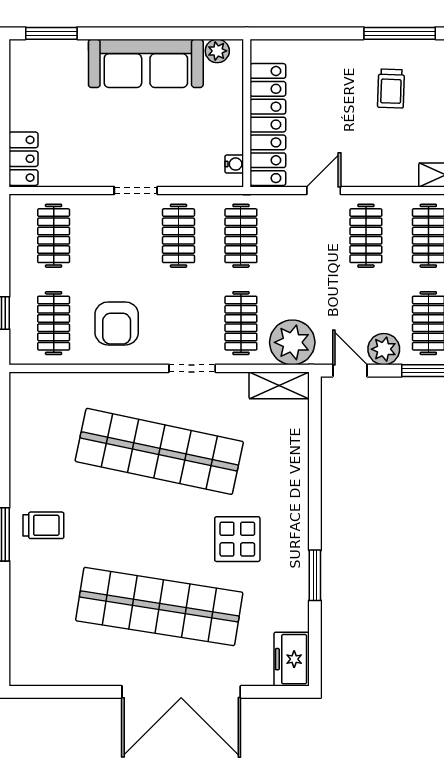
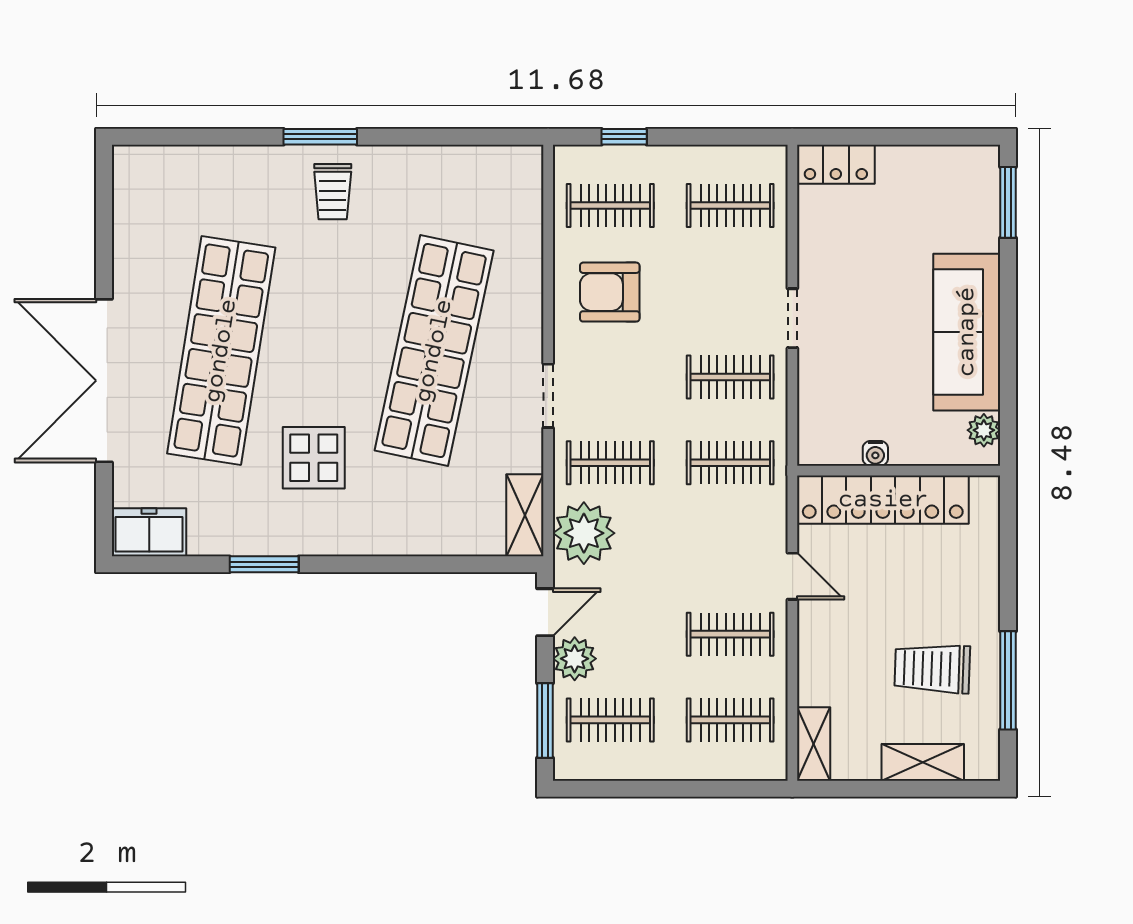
trolley: (391, 89) -> (932, 669), width x1.36, depth x1.39
water cooler: (234, 164) -> (875, 453), moved

